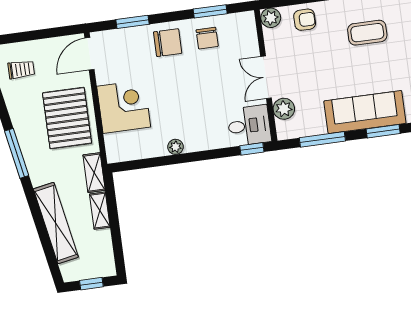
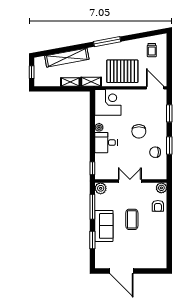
window: (210, 11) -> (169, 145), moved
coffee table: (367, 33) -> (132, 219), moved
chair: (168, 43) -> (139, 131), moved
corner desk: (124, 107) -> (108, 102), moved, turned -90
plant: (284, 109) -> (101, 188), moved
sofa: (365, 112) -> (104, 226), width x0.73
desk: (249, 125) -> (106, 143), moved, turned 90

